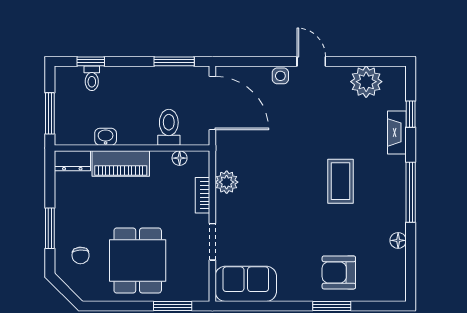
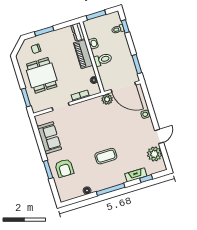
door: (311, 61) -> (159, 136), moved
door: (212, 103) -> (123, 87), hinge flipped
toilet: (169, 127) -> (103, 59), moved
plant: (227, 182) -> (107, 99), moved
dining table: (138, 261) -> (42, 75), turned 90
armchair: (339, 272) -> (64, 168), turned 180
sofa: (246, 284) -> (49, 138), moved

